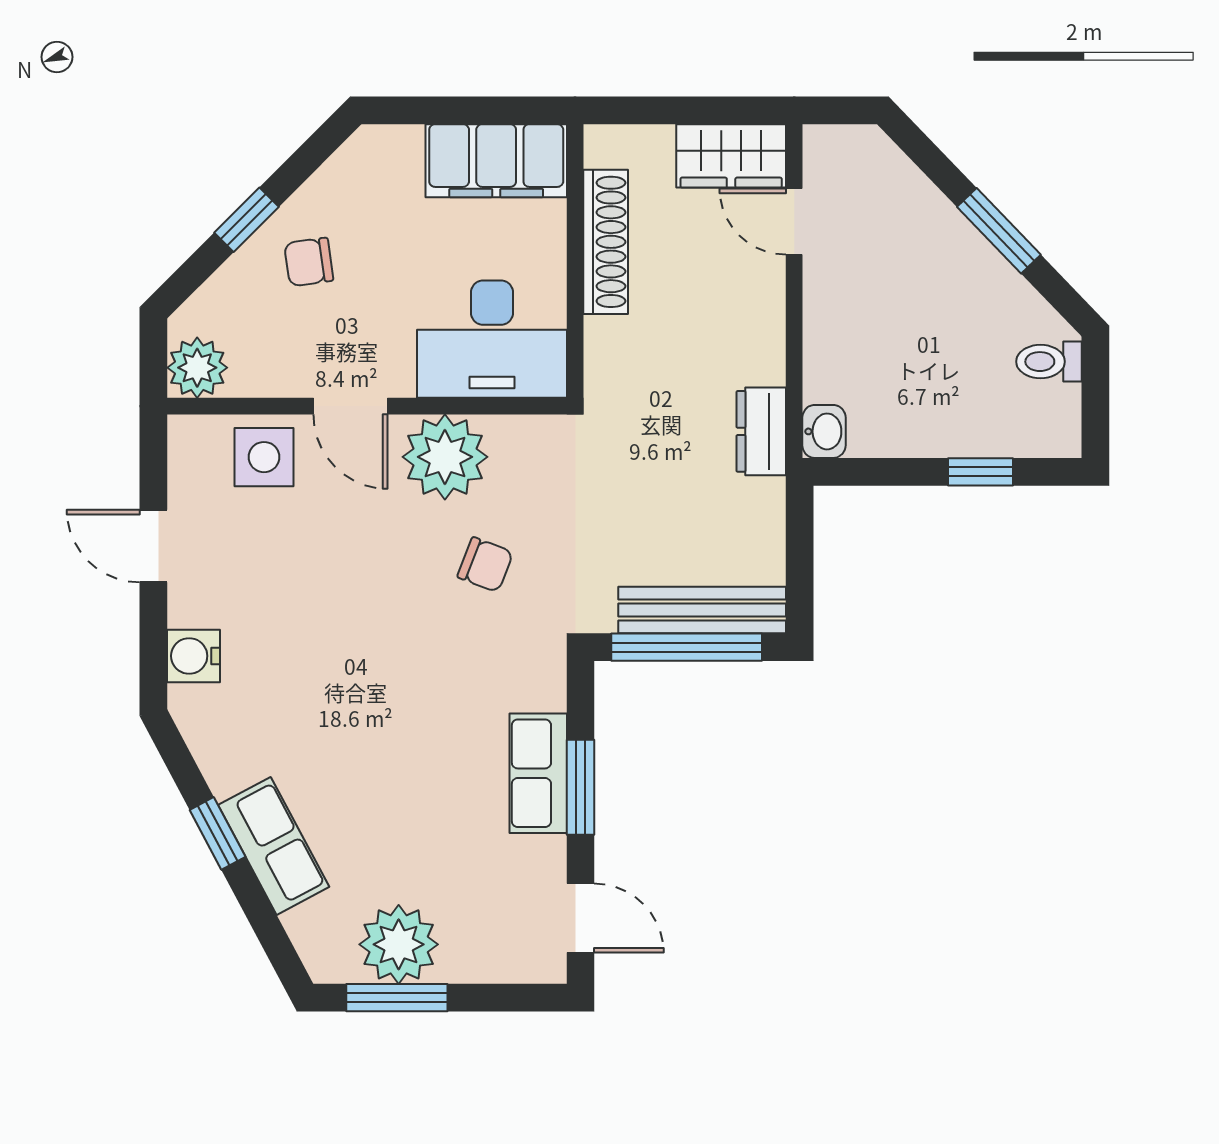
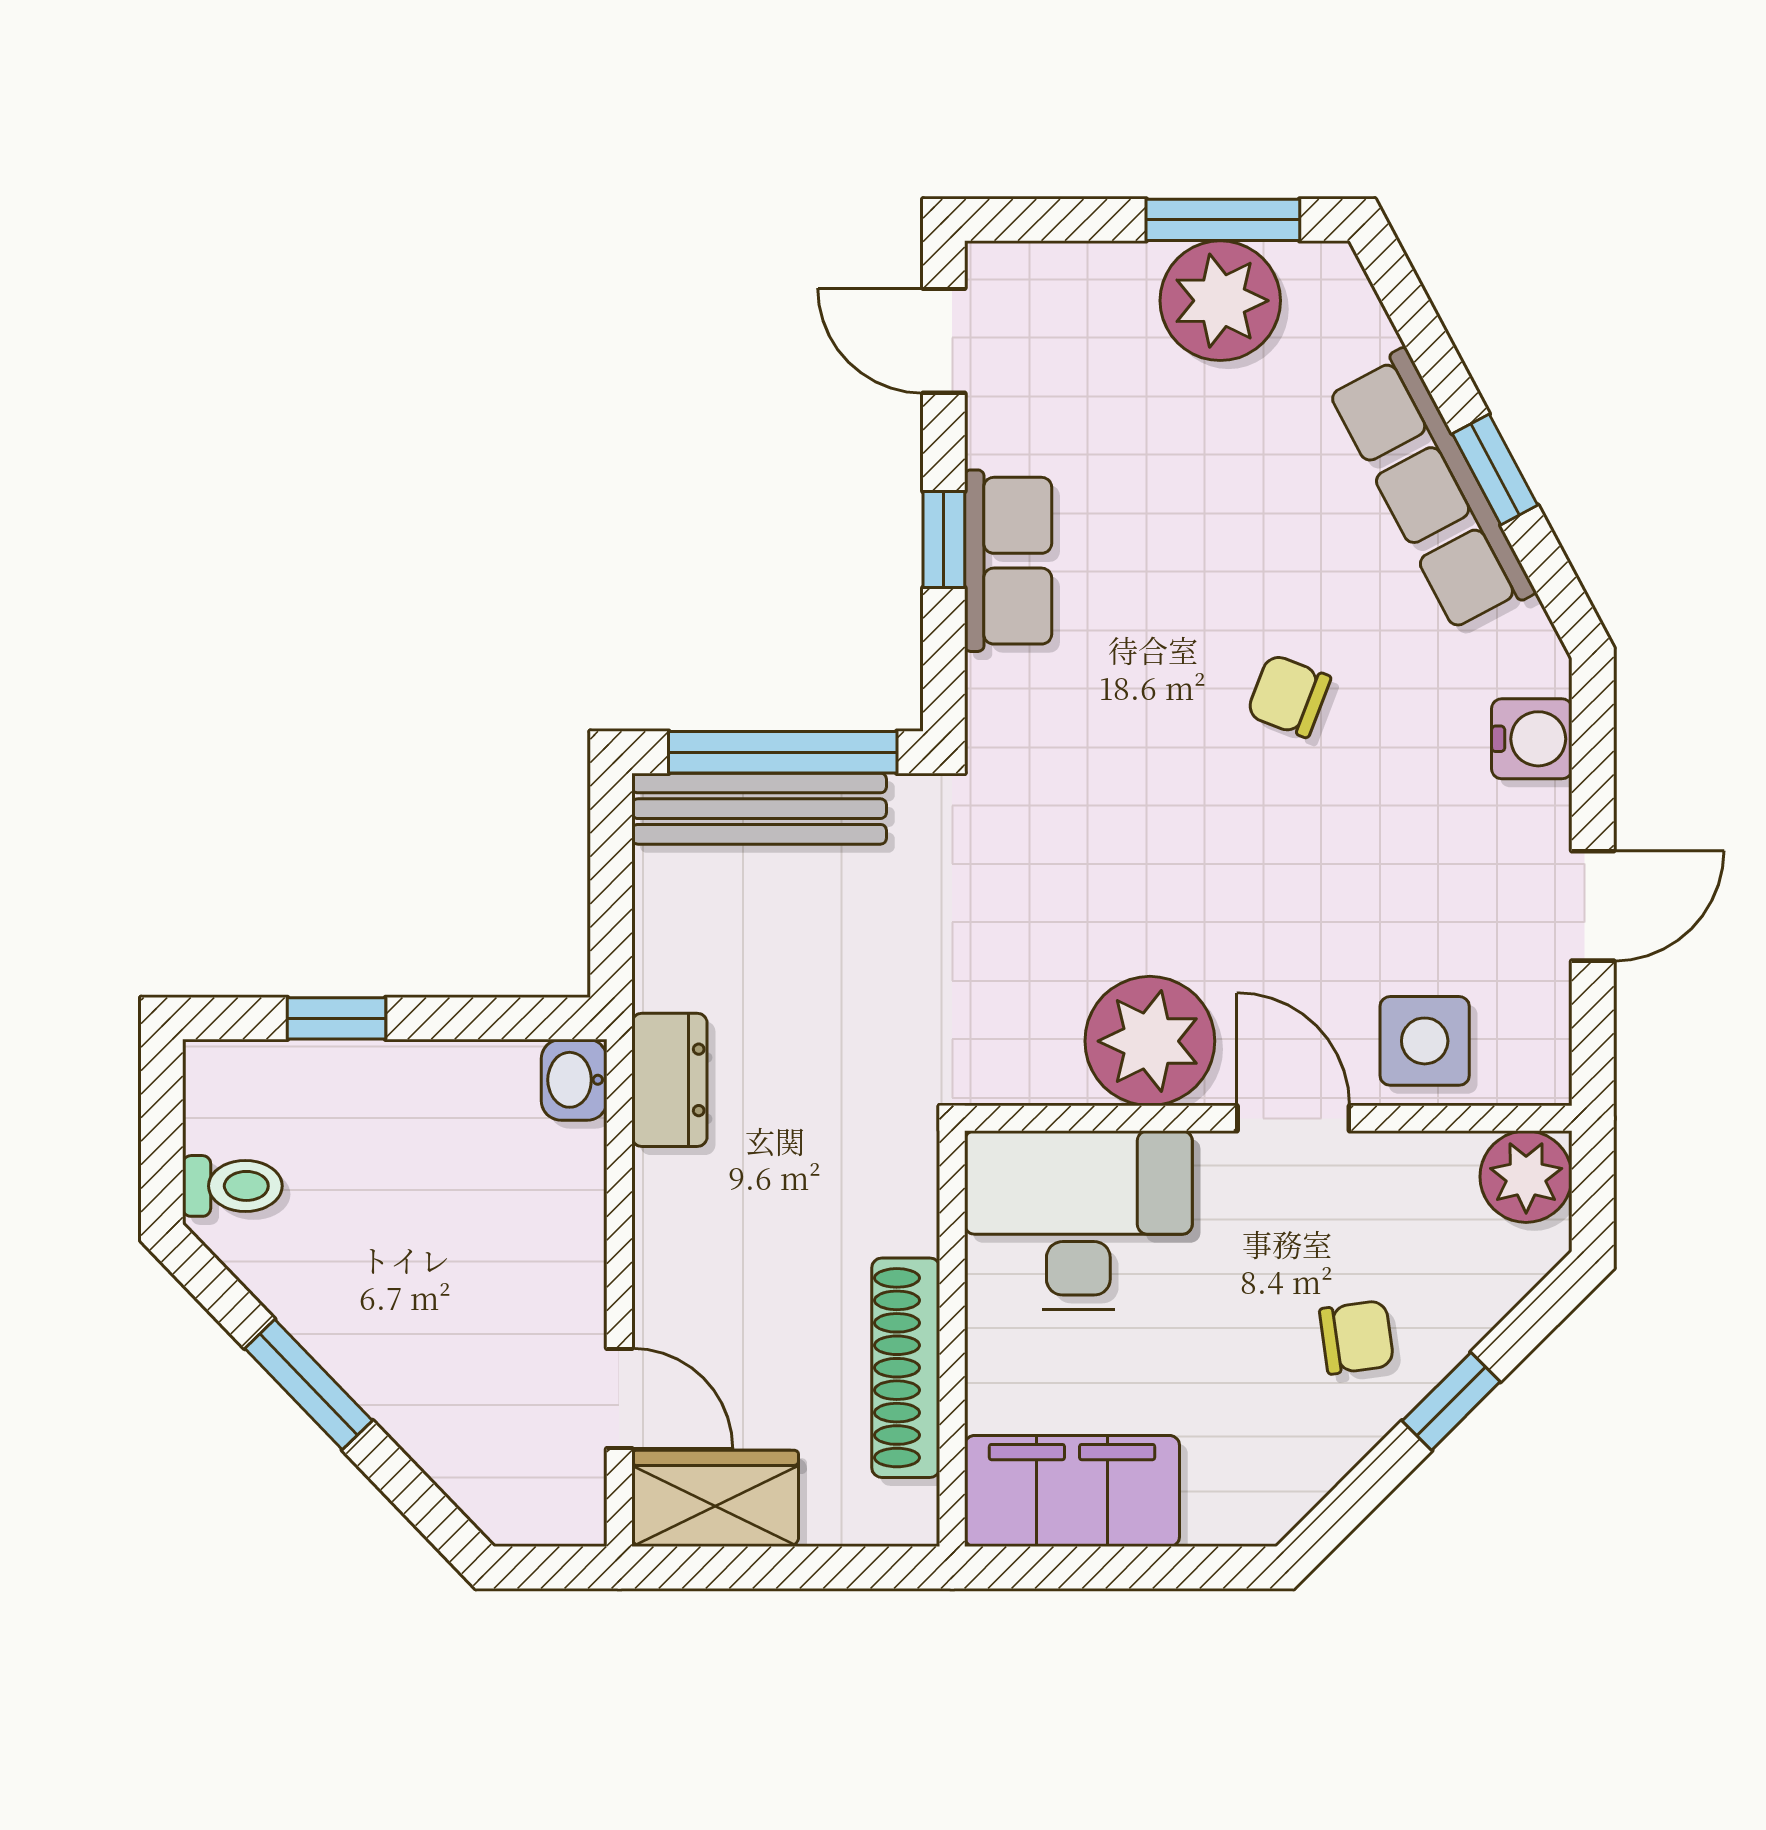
door: (153, 546) -> (1593, 906), hinge flipped
chair: (485, 565) -> (1289, 696), moved
window: (581, 787) -> (944, 539), width x0.67
row of seats: (274, 846) -> (1431, 490), width x1.48

